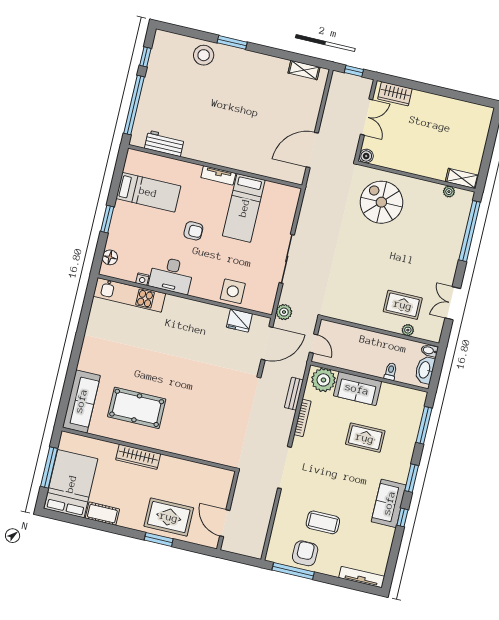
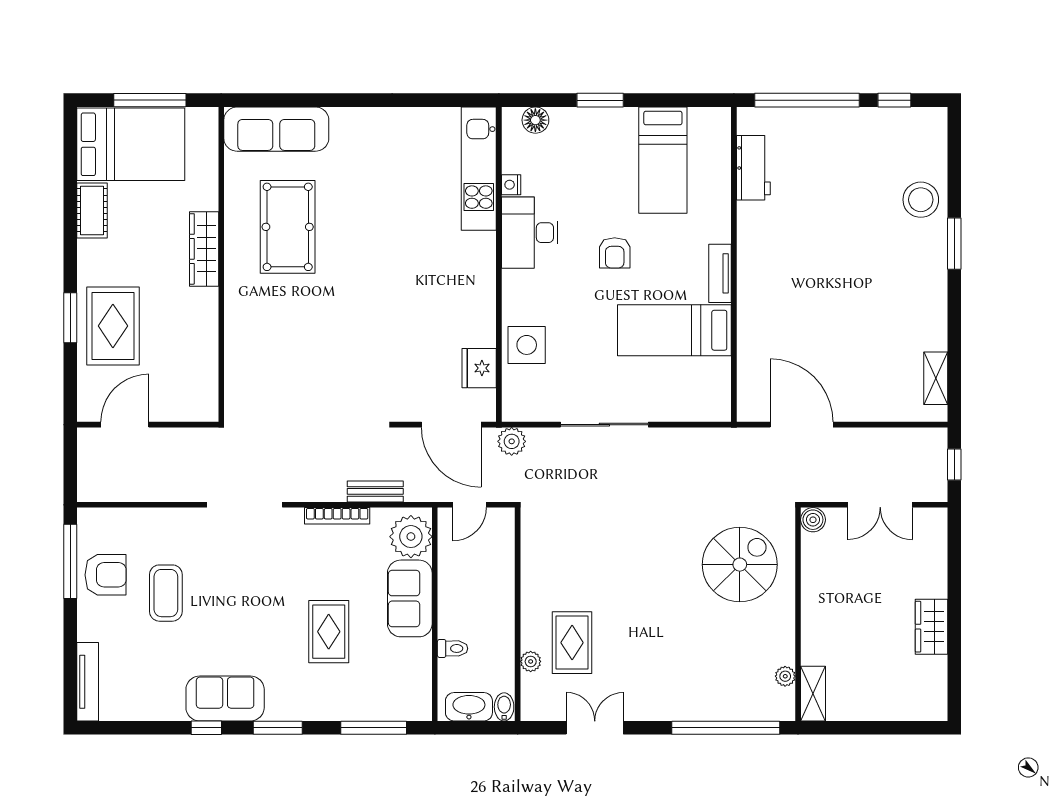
wardrobe: (395, 94) -> (932, 627), moved

